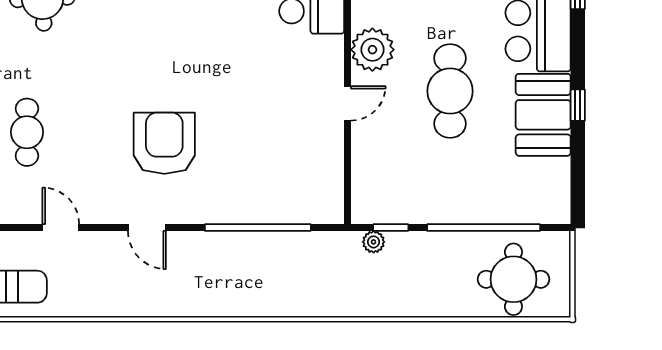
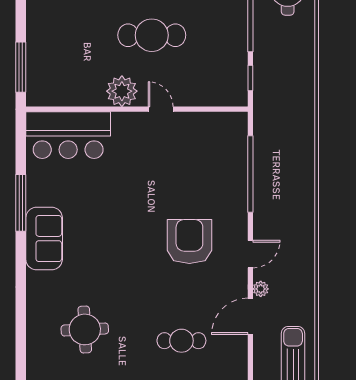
armchair: (164, 143) -> (189, 242), turned 90
door: (61, 228) -> (250, 316), width x1.38
plant: (374, 242) -> (261, 289), moved

